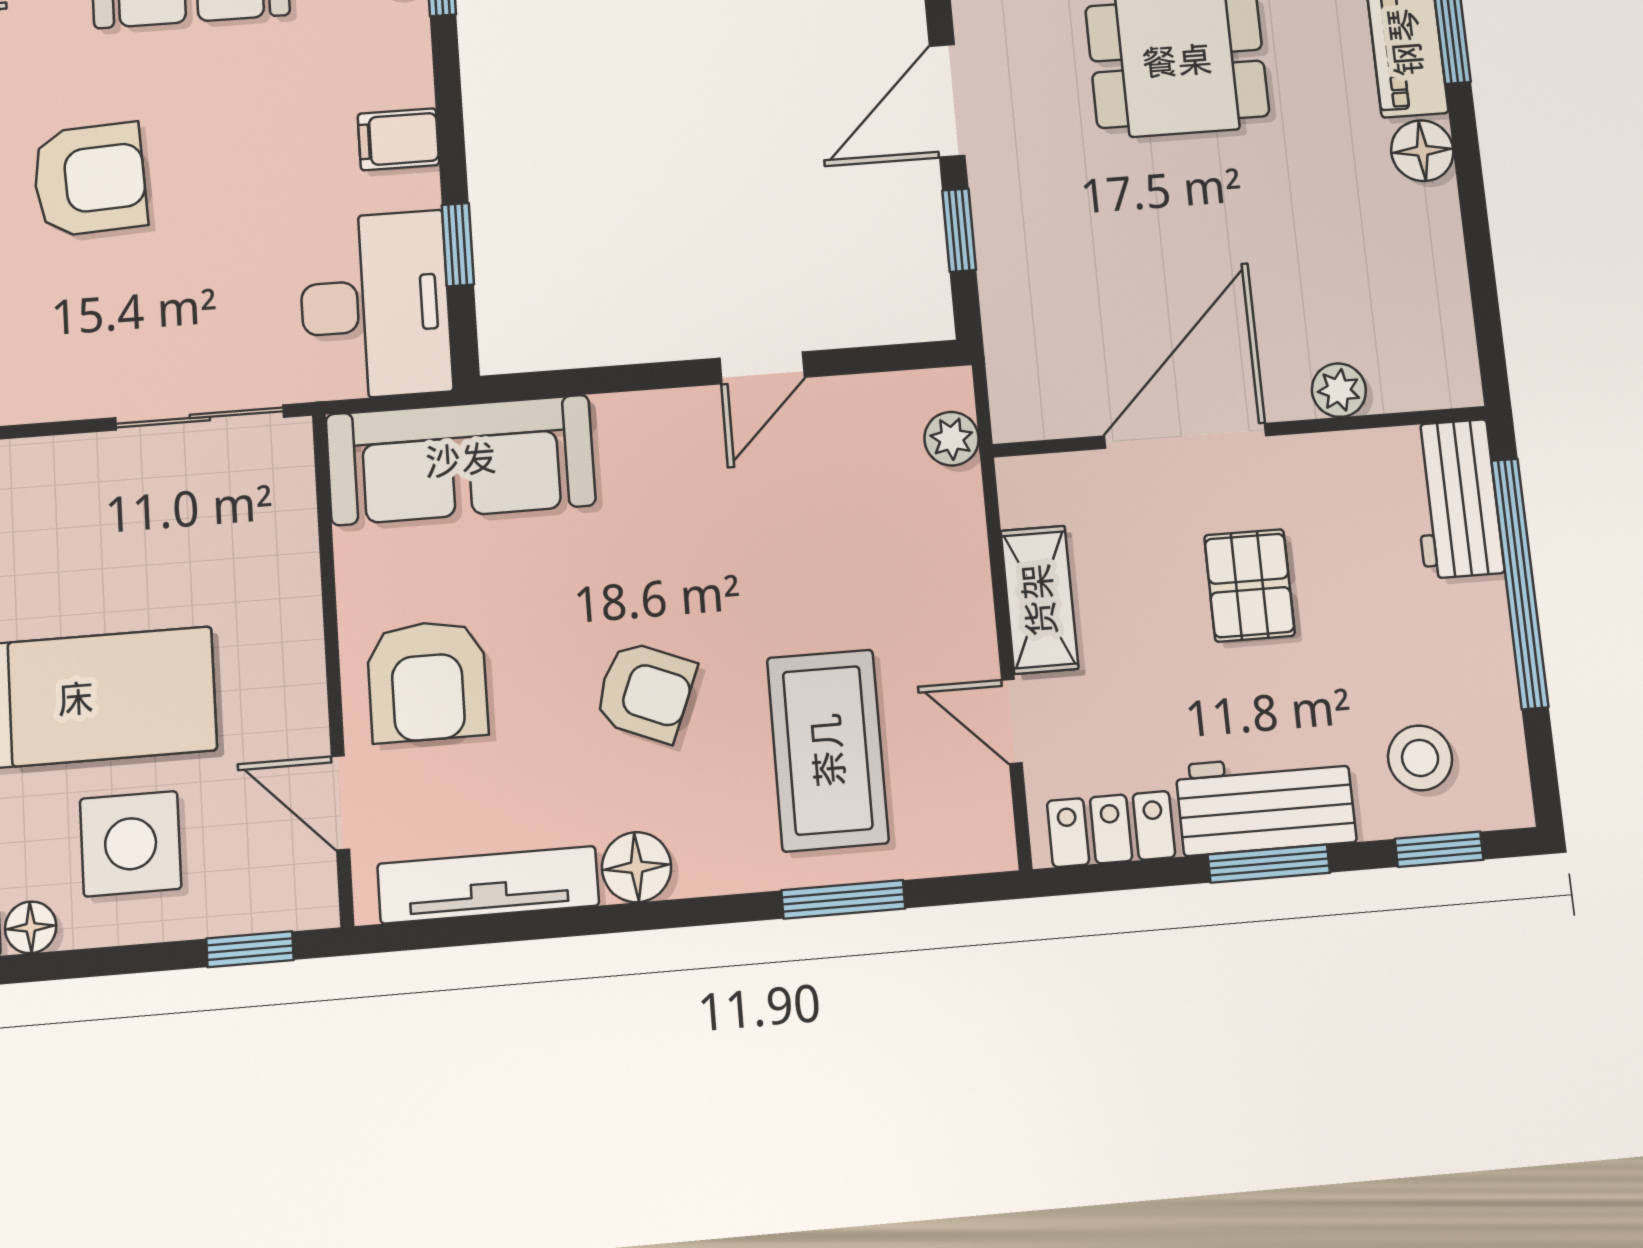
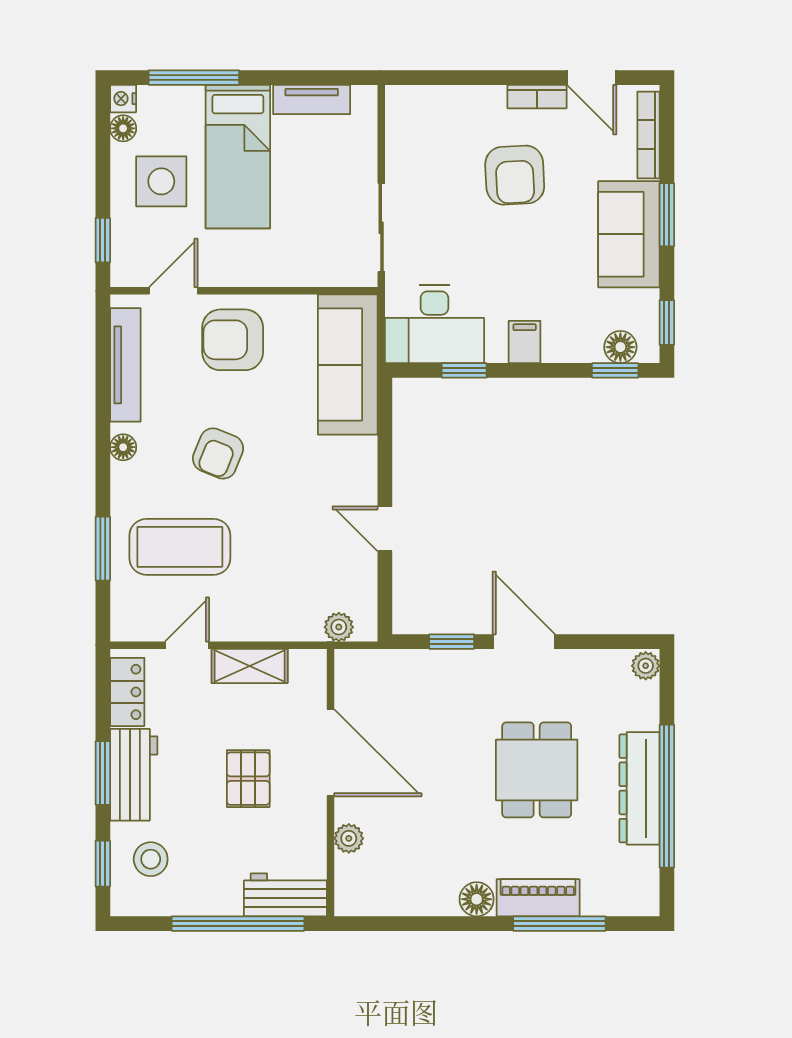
pallet: (1249, 585) -> (248, 779), turned 90
floor lamp: (637, 867) -> (123, 447), width x0.73, depth x0.73

